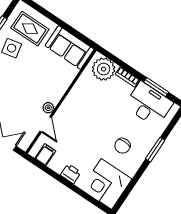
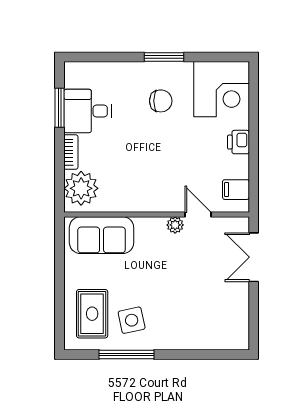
sofa: (70, 47) -> (102, 235), moved, turned 90
desk: (149, 104) -> (87, 111), width x0.73
door: (46, 124) -> (198, 214), hinge flipped
window: (155, 150) -> (164, 57), moved

